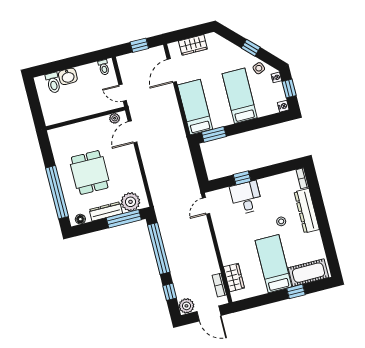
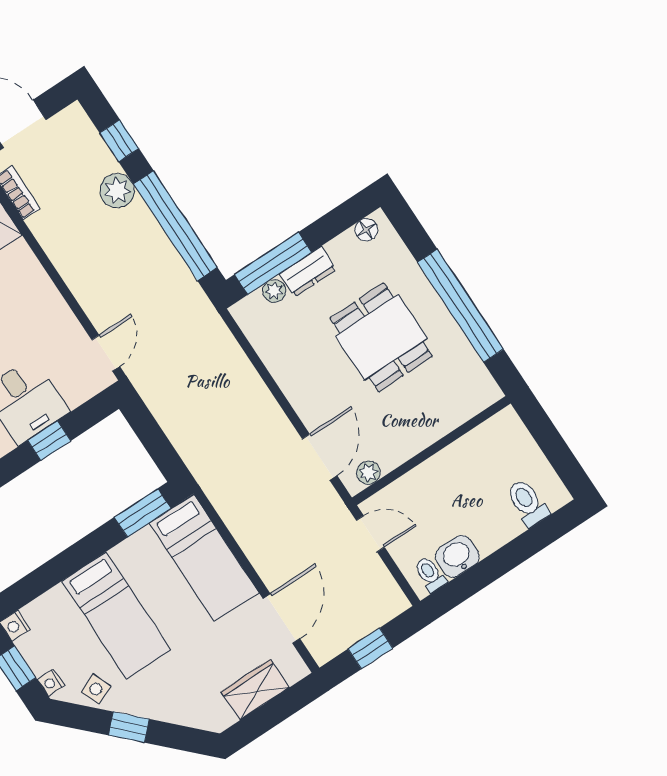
washbasin: (68, 76) -> (457, 556), moved
window: (57, 192) -> (460, 306), moved
plant: (130, 202) -> (274, 291), width x0.53, depth x0.53
dresser: (106, 211) -> (308, 272), width x0.70
plant: (186, 306) -> (117, 191), moved

